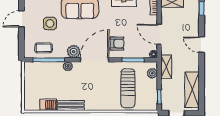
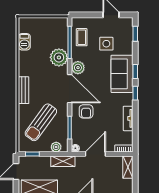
plant: (68, 66) -> (59, 57), width x1.87, depth x1.87
sun lounger: (128, 88) -> (41, 122), turned -54
bench: (71, 105) -> (24, 90), moved

